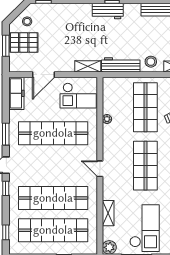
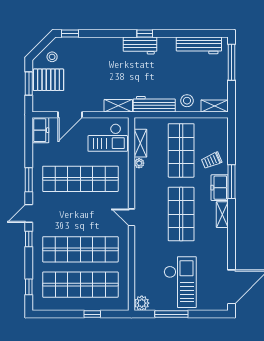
freezer: (16, 93) -> (40, 130), width x0.71
shelving: (108, 213) -> (140, 143), moved

